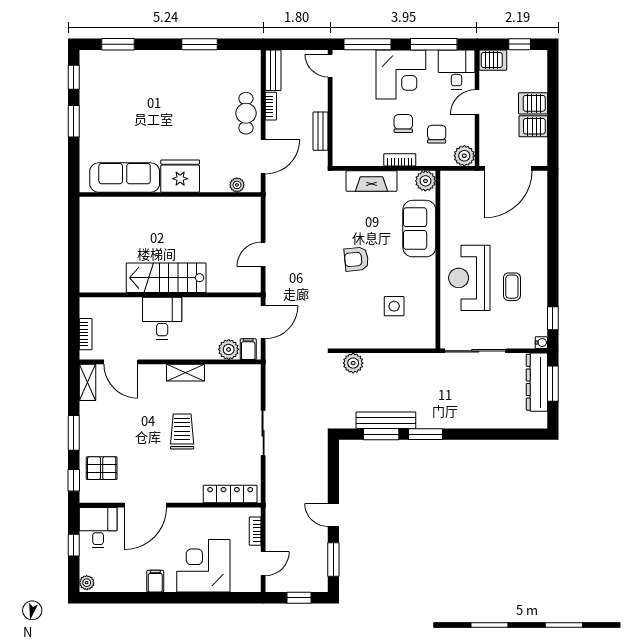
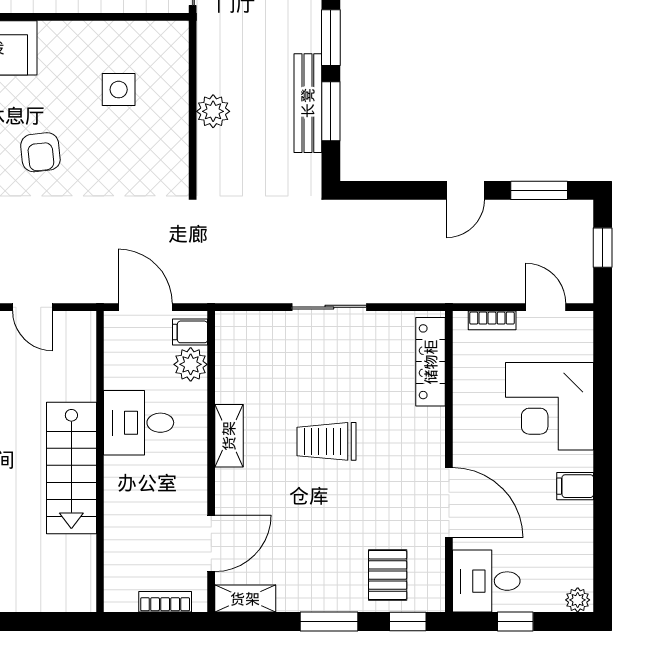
desk: (162, 318) -> (139, 423), moved
plant: (353, 363) -> (213, 111), moved

